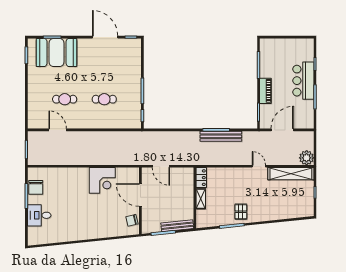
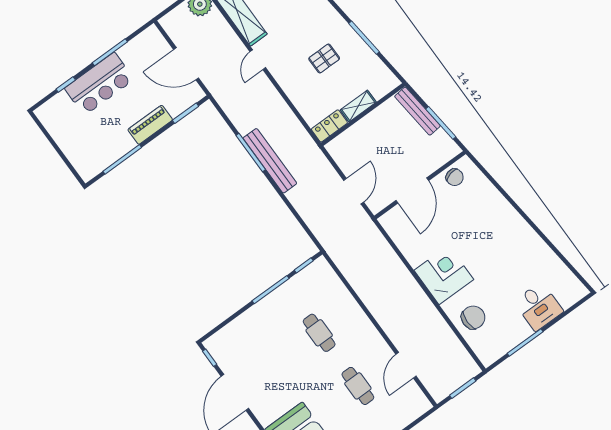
bench: (221, 136) -> (270, 161), moved
corner desk: (102, 180) -> (444, 275), moved
chair: (36, 187) -> (473, 317), moved
pallet: (241, 212) -> (324, 59), moved

